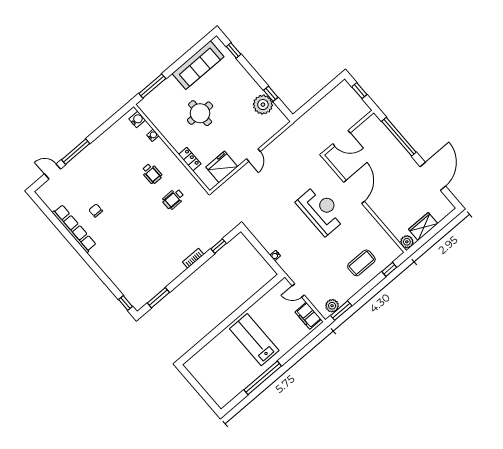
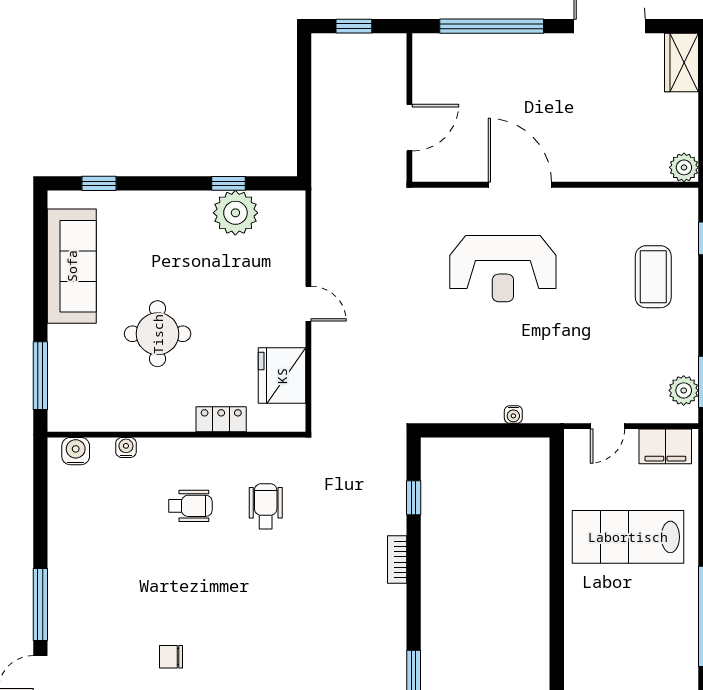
wheelchair: (173, 199) -> (266, 506), turned 180
reception desk: (321, 210) -> (503, 269), turned 180
wardrobe: (423, 226) -> (681, 63), moved
lab bench: (254, 340) -> (628, 537), moved

